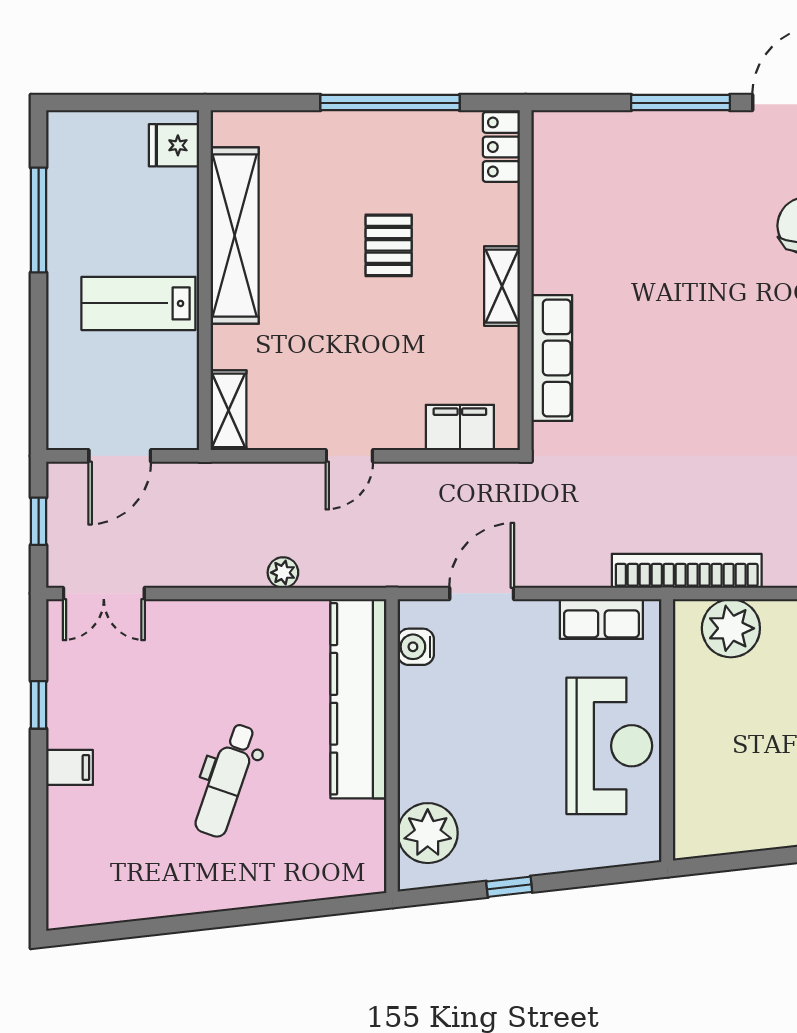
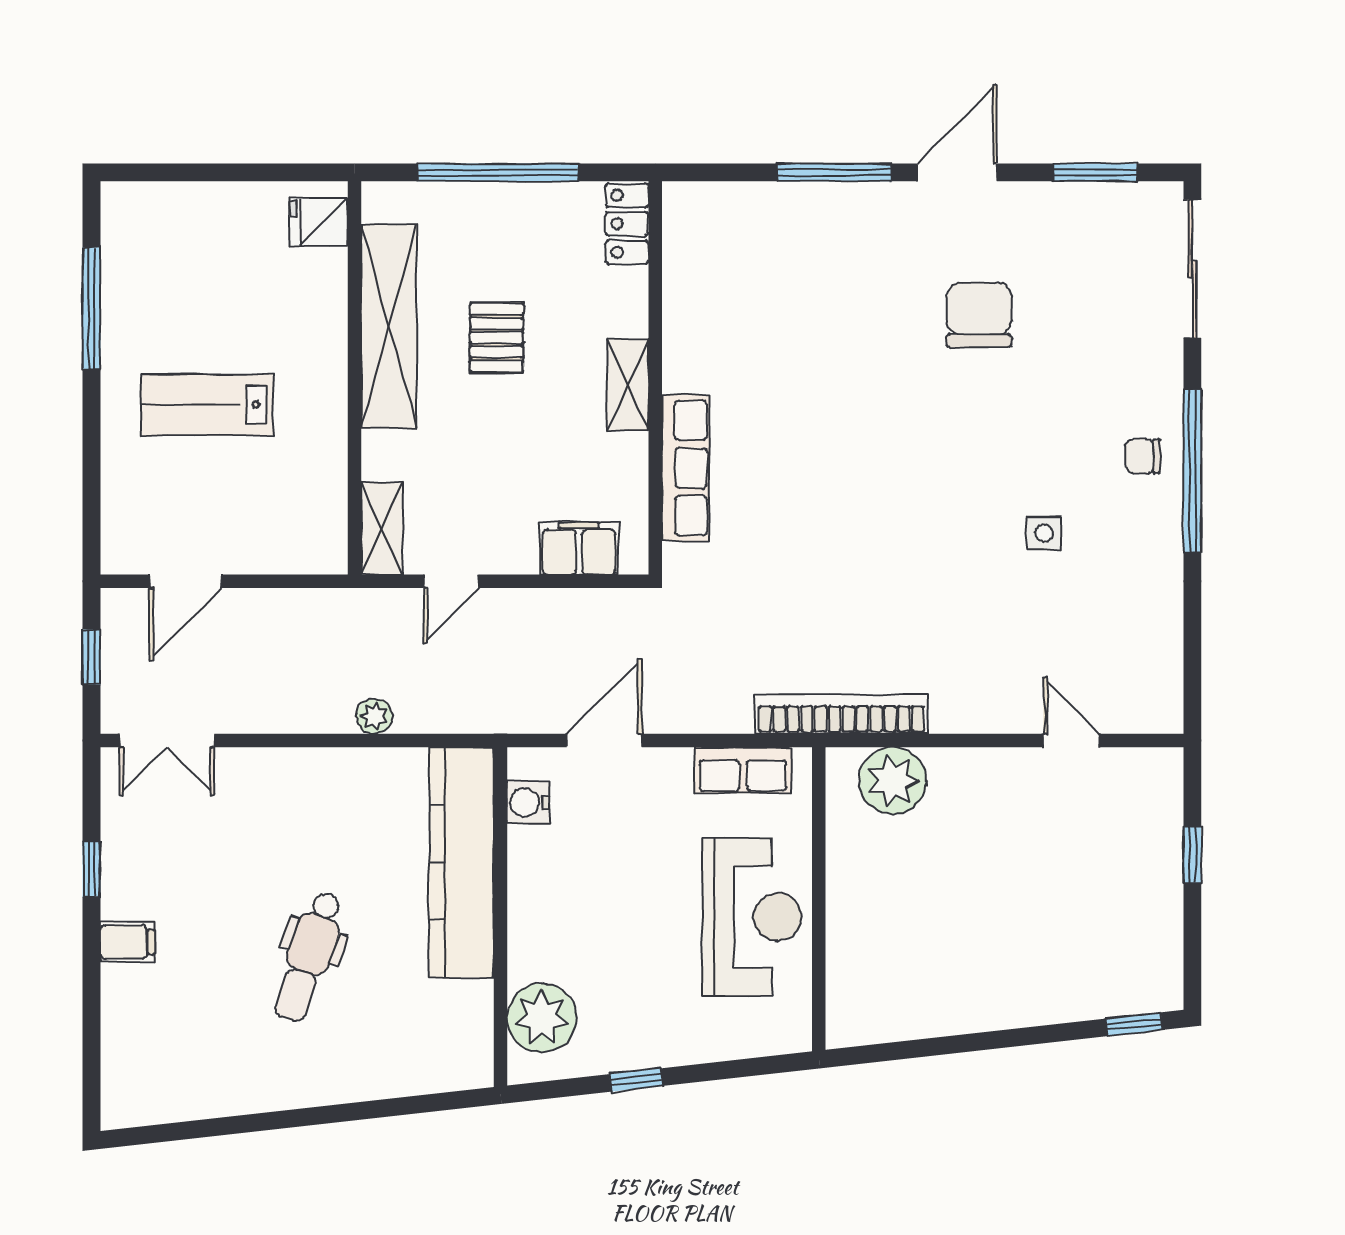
fridge: (174, 145) -> (319, 222), moved
shelving: (235, 236) -> (389, 326), moved
wall: (205, 280) -> (355, 378), moved
shelving: (228, 410) -> (382, 528), moved

